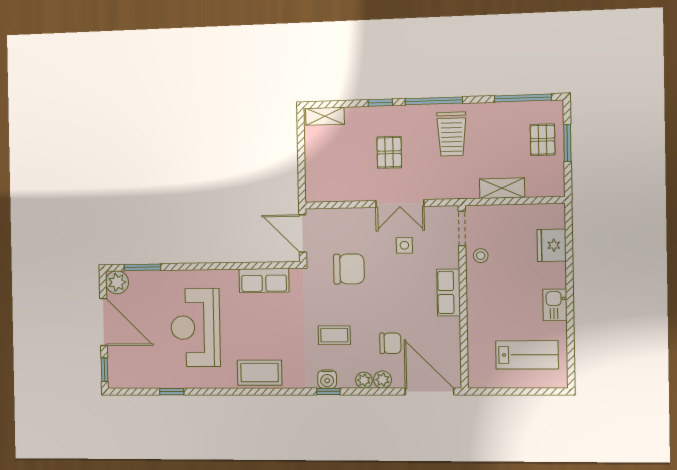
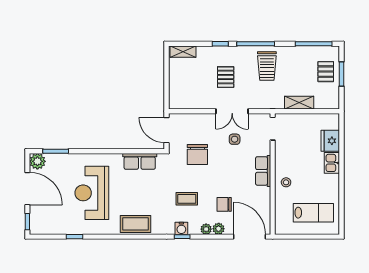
stool: (481, 256) -> (286, 182), moved
chair: (349, 269) -> (197, 154), turned 90
kitchen sink: (555, 305) -> (332, 163), moved
chair: (390, 343) -> (224, 204), turned 180

